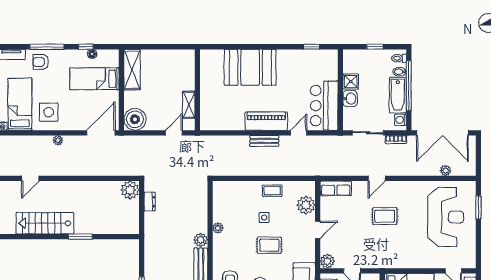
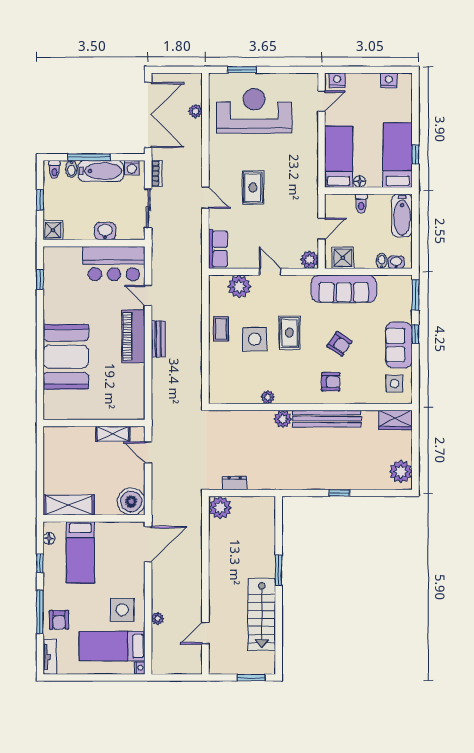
floor lamp: (92, 54) -> (49, 538), moved
shower: (351, 81) -> (53, 230), moved
window: (409, 86) -> (89, 157), width x0.68
door: (101, 133) -> (148, 544), swing flipped
plant: (58, 140) -> (158, 618), moved
door: (30, 178) -> (205, 633), swing flipped
side table: (264, 218) -> (255, 339), width x1.87, depth x1.87

